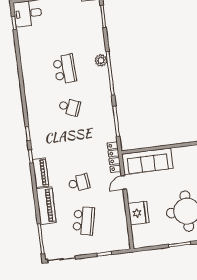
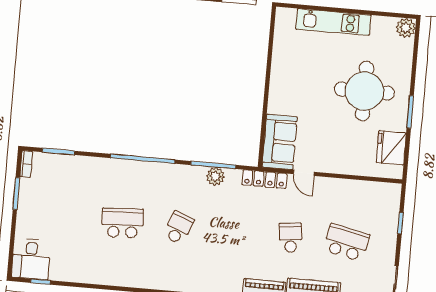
plant: (101, 60) -> (215, 176), moved
sofa: (147, 161) -> (280, 142), width x0.73
fridge: (138, 213) -> (391, 148), moved, turned -90

